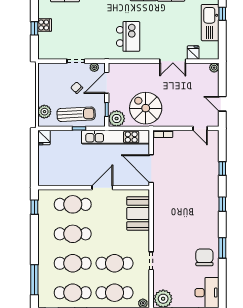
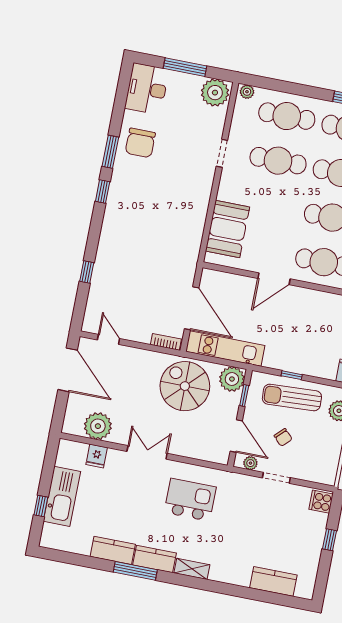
cooker: (45, 25) -> (321, 502), moved
kitchen island: (128, 36) -> (190, 500), turned 90
double door: (173, 61) -> (147, 452), moved
plant: (214, 68) -> (98, 426), moved, width x1.88, depth x1.88
door: (107, 83) -> (236, 436), hinge flipped
door: (222, 104) -> (68, 370), width x1.87
spiral stairs: (146, 108) -> (185, 386), turned 180
kitchen unit: (116, 137) -> (225, 349), width x0.73
door: (151, 169) -> (192, 308), moved
window: (222, 204) -> (103, 192), moved

